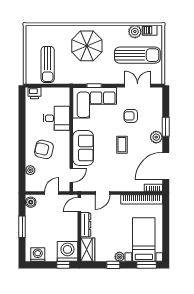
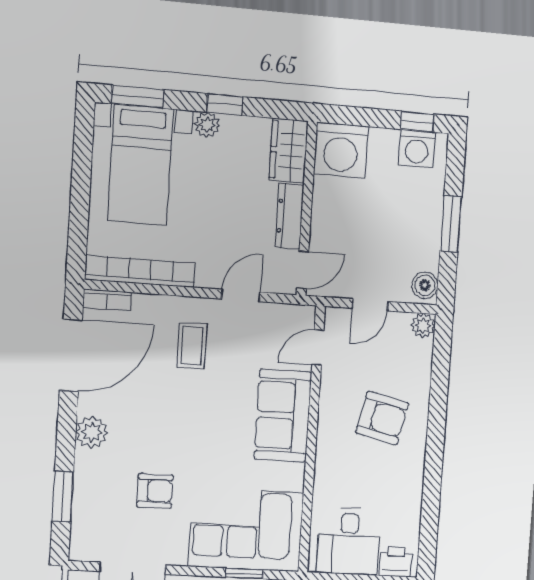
desk: (57, 118) -> (349, 541), moved, turned -90
window: (166, 127) -> (63, 497), moved
coffee table: (122, 145) -> (192, 346), moved
plant: (30, 170) -> (423, 325), moved
window: (63, 265) -> (417, 122), moved

